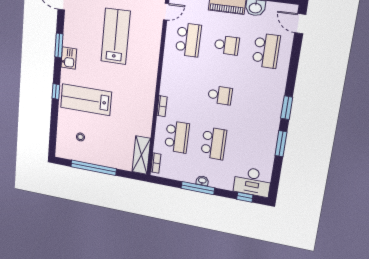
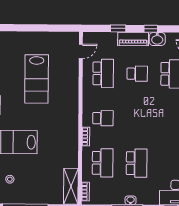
lab bench: (116, 36) -> (37, 79), turned 180
school desk: (220, 95) -> (103, 118), moved

